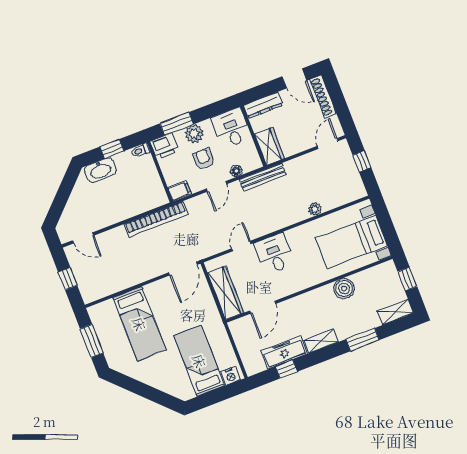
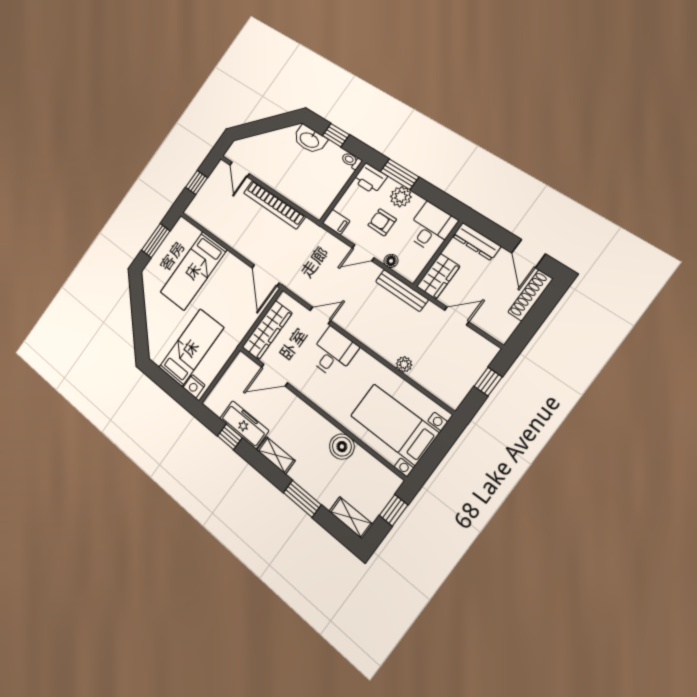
door: (328, 144) -> (457, 316), moved
armchair: (204, 159) -> (382, 222), turned -90
bookcase: (156, 219) -> (274, 205), moved
door: (183, 269) -> (265, 275), hinge flipped

